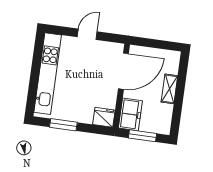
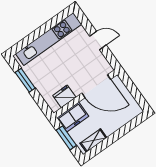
shelving: (169, 89) -> (93, 140), moved
fridge: (104, 117) -> (64, 96), moved, turned -90

